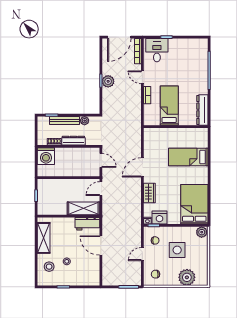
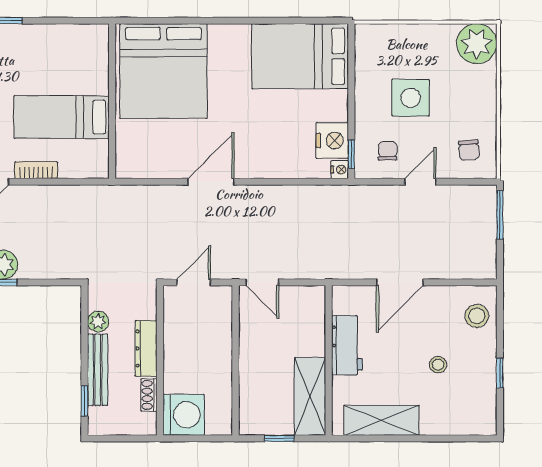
dresser: (202, 110) -> (72, 37), removed
bed: (188, 157) -> (163, 71), width x2.04
door: (142, 167) -> (211, 182), swing flipped
wardrobe: (149, 193) -> (273, 165), removed
shelving: (83, 208) -> (310, 396), moved
workbench: (87, 224) -> (347, 345), moved
plant: (202, 232) -> (367, 38), removed
door: (142, 254) -> (420, 182), swing flipped
stool: (49, 267) -> (477, 316), moved
plant: (187, 277) -> (477, 44), moved

